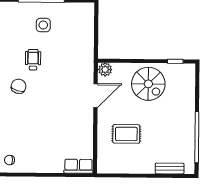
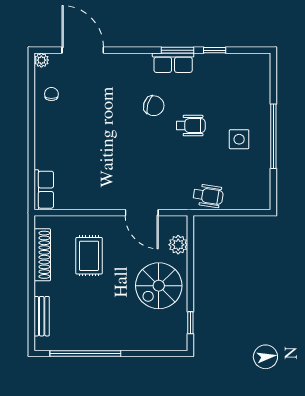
wheelchair: (84, 48) -> (208, 196), added
plant: (105, 69) -> (178, 245), moved
shoe rack: (125, 168) -> (42, 255), added

